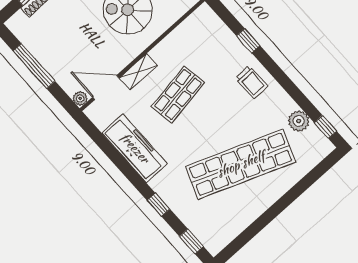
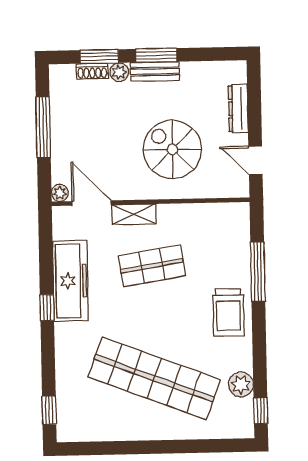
window: (248, 41) -> (258, 272), width x2.17
trolley: (252, 82) -> (228, 312), width x1.36, depth x1.39
window: (158, 205) -> (47, 308), moved

